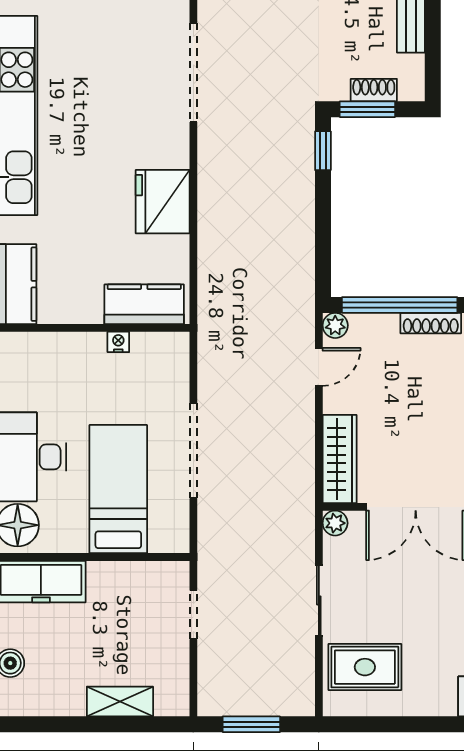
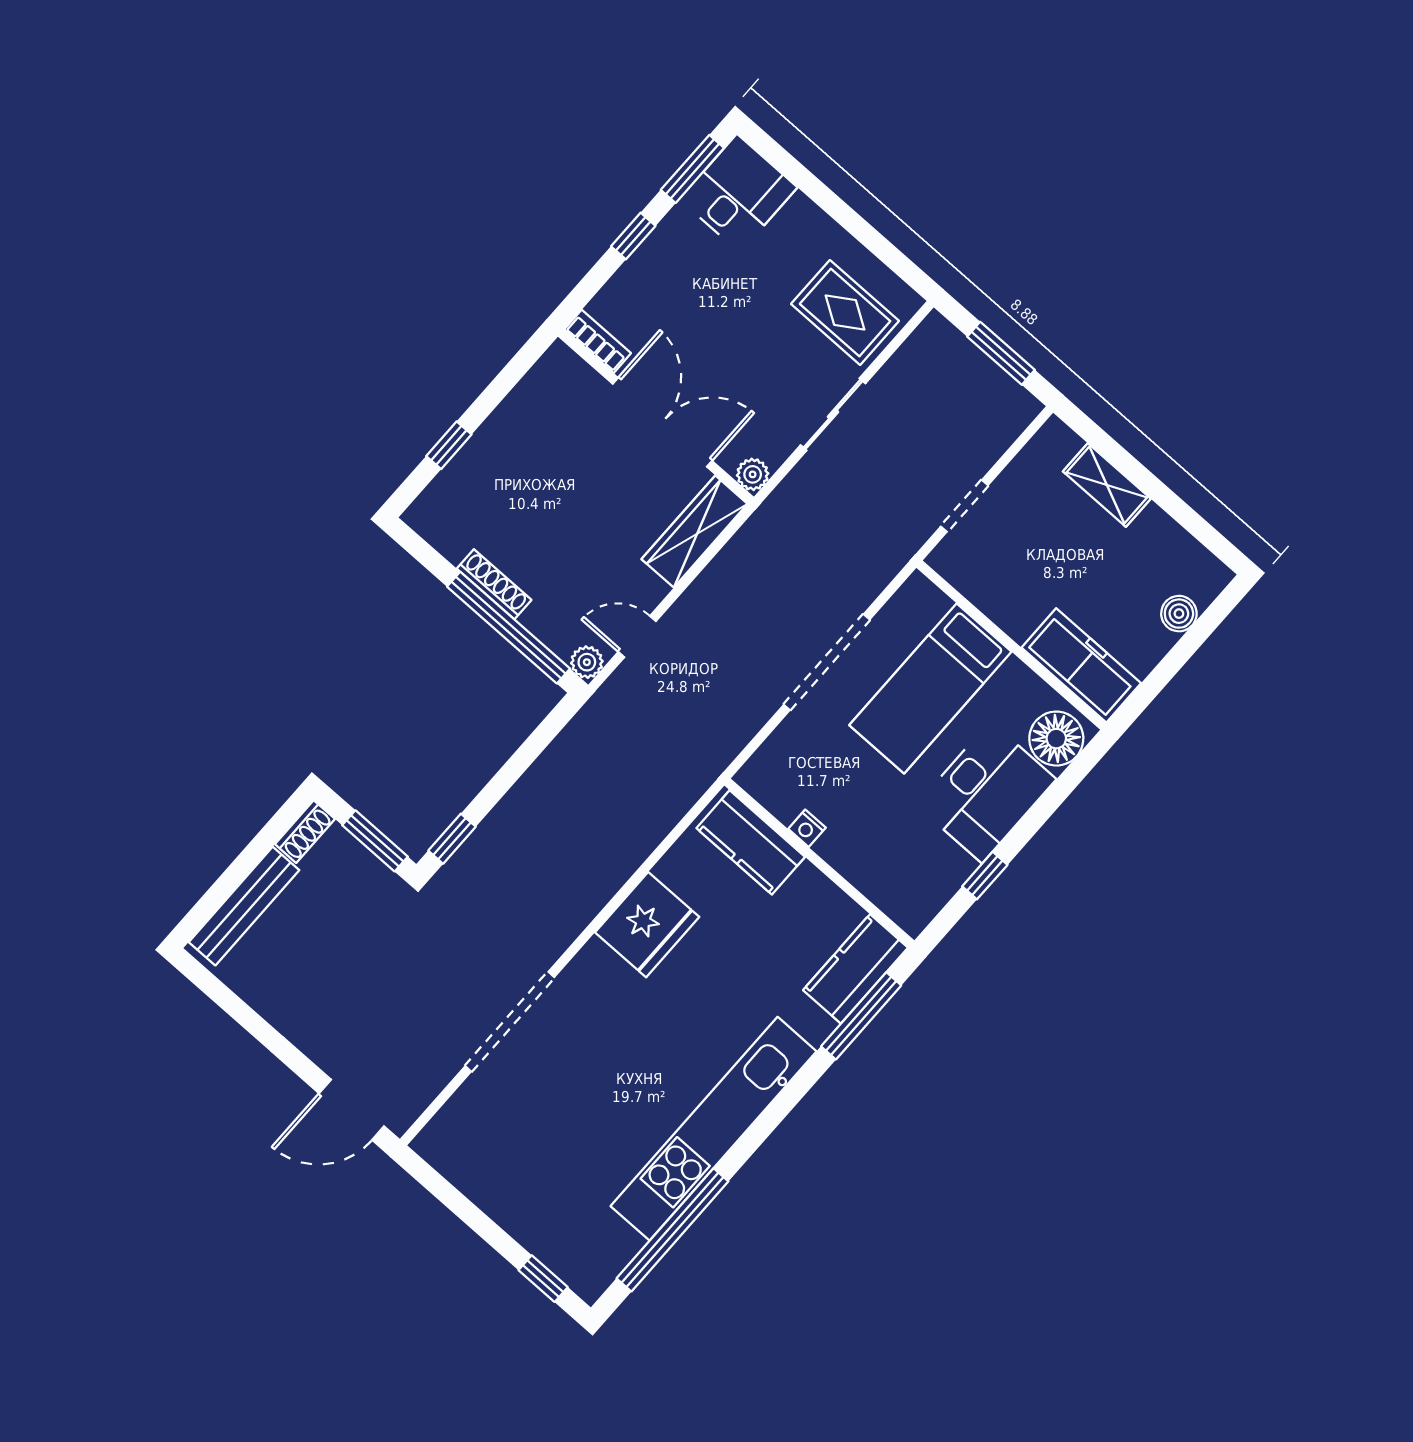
shoe rack: (374, 90) -> (305, 832), moved, turned -90

